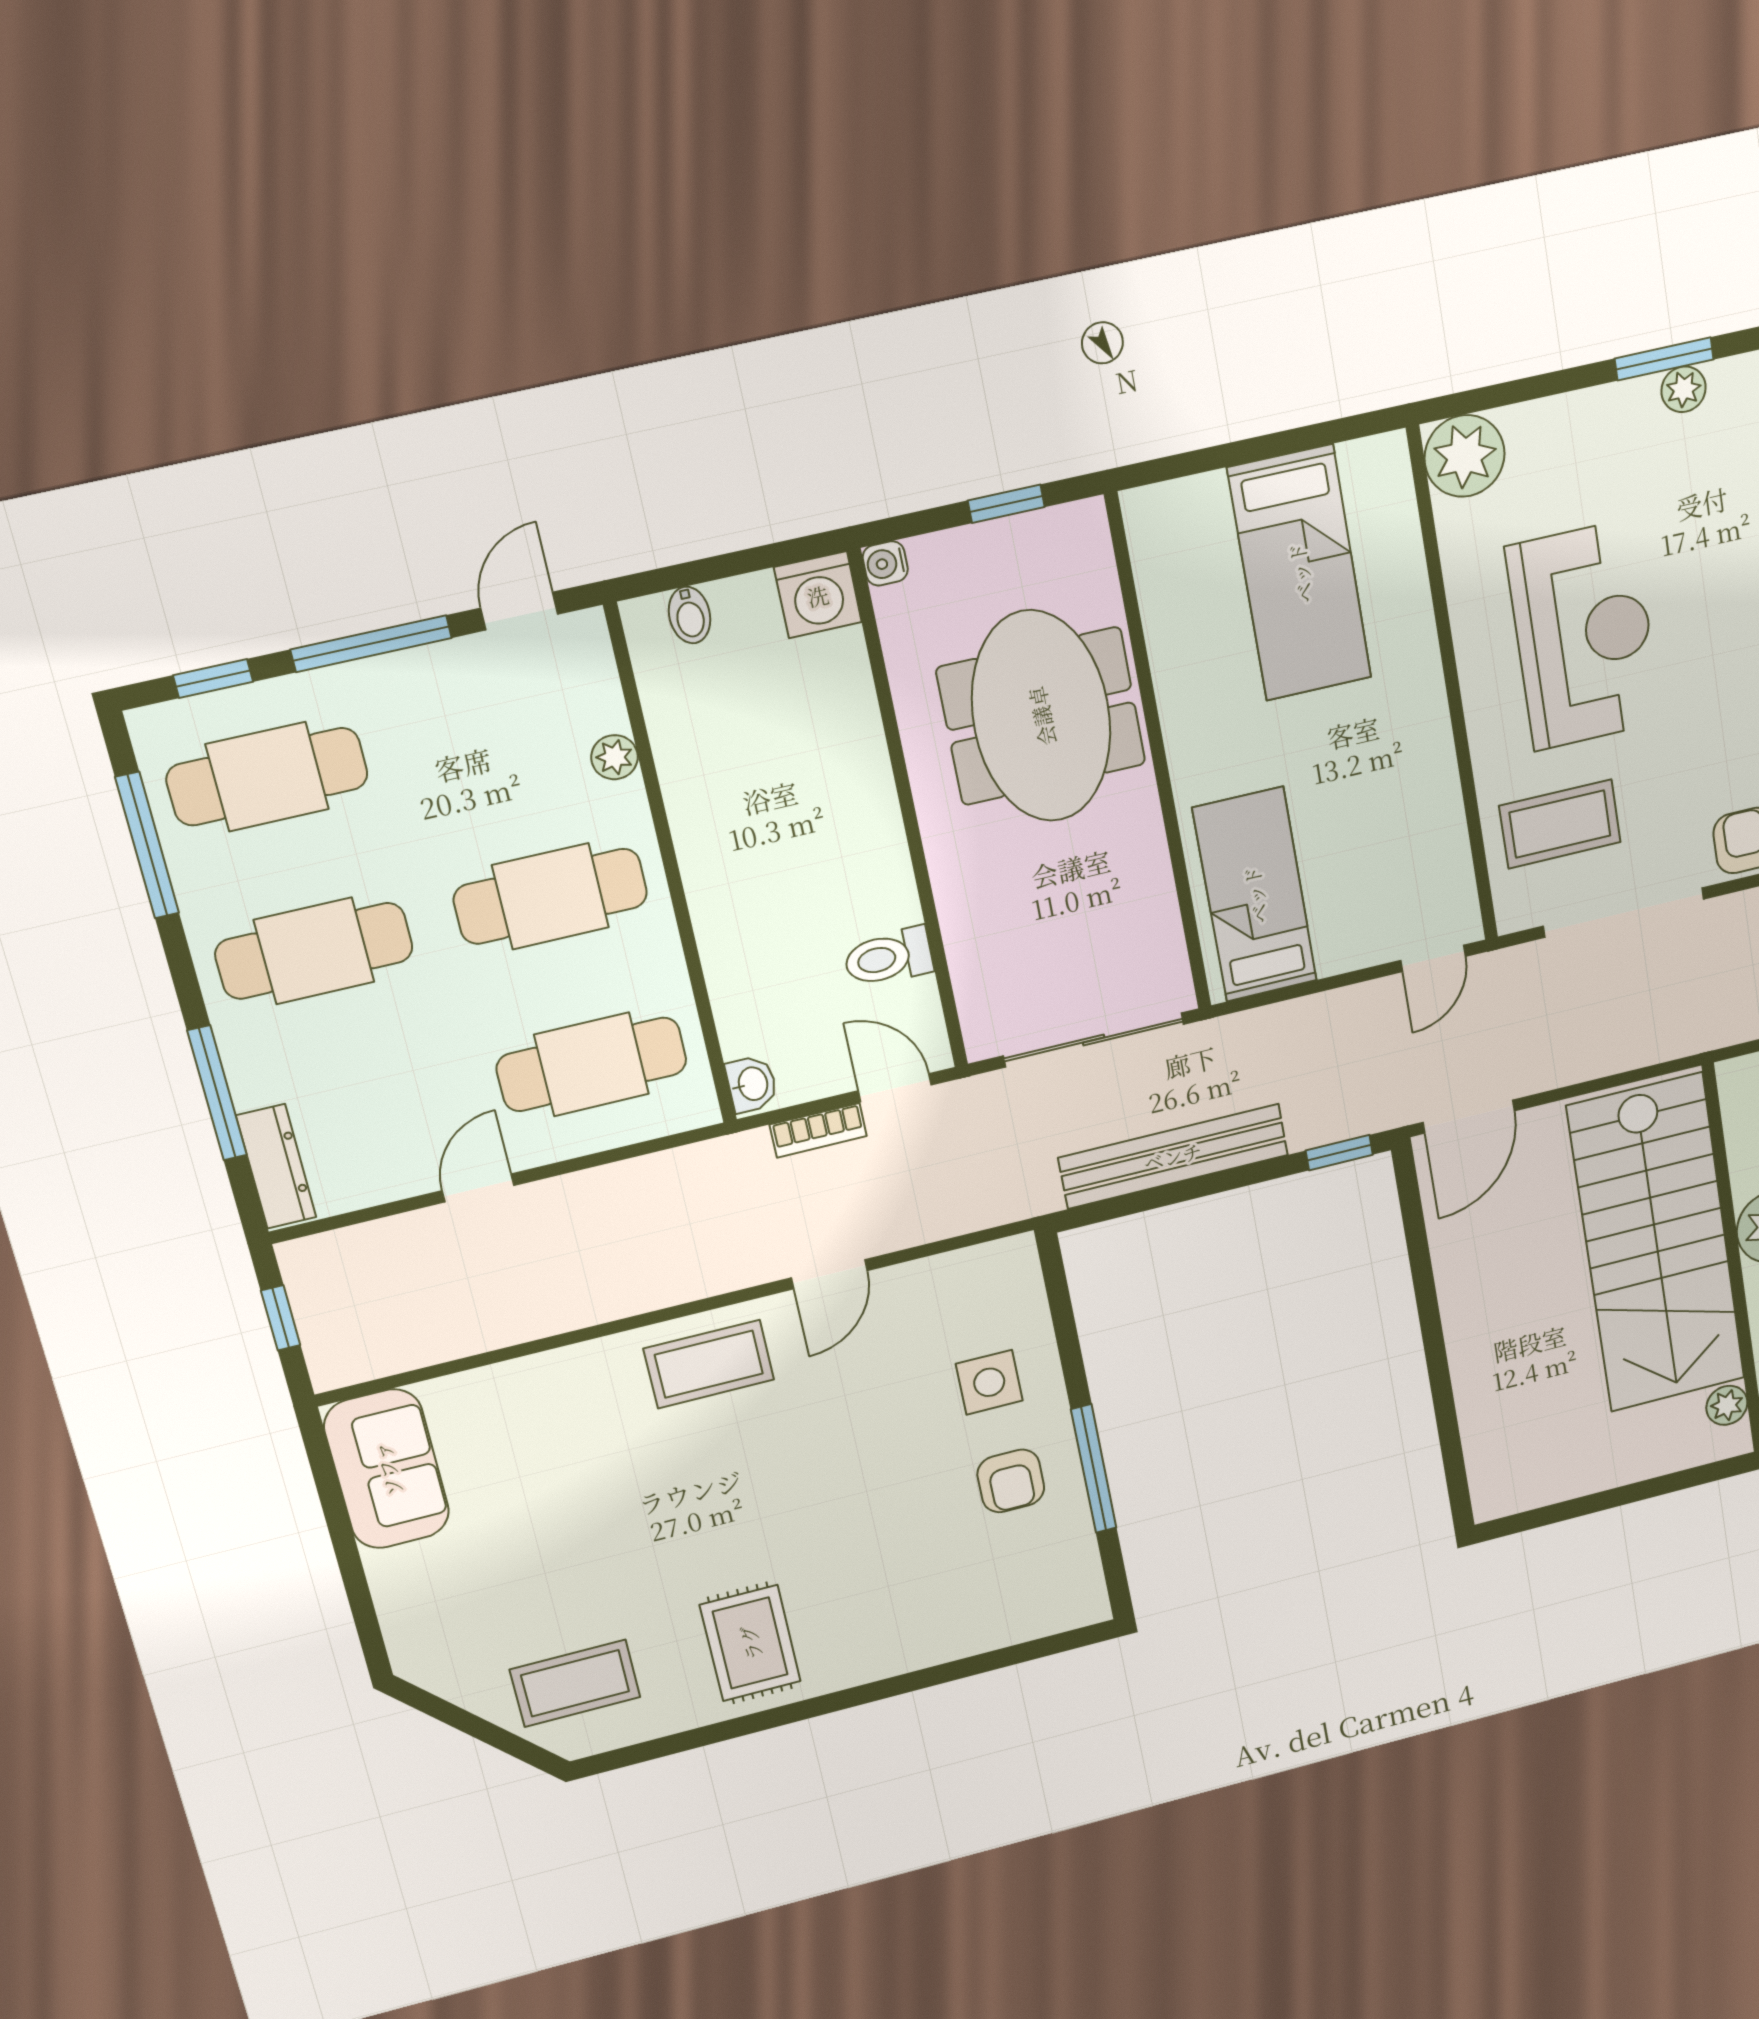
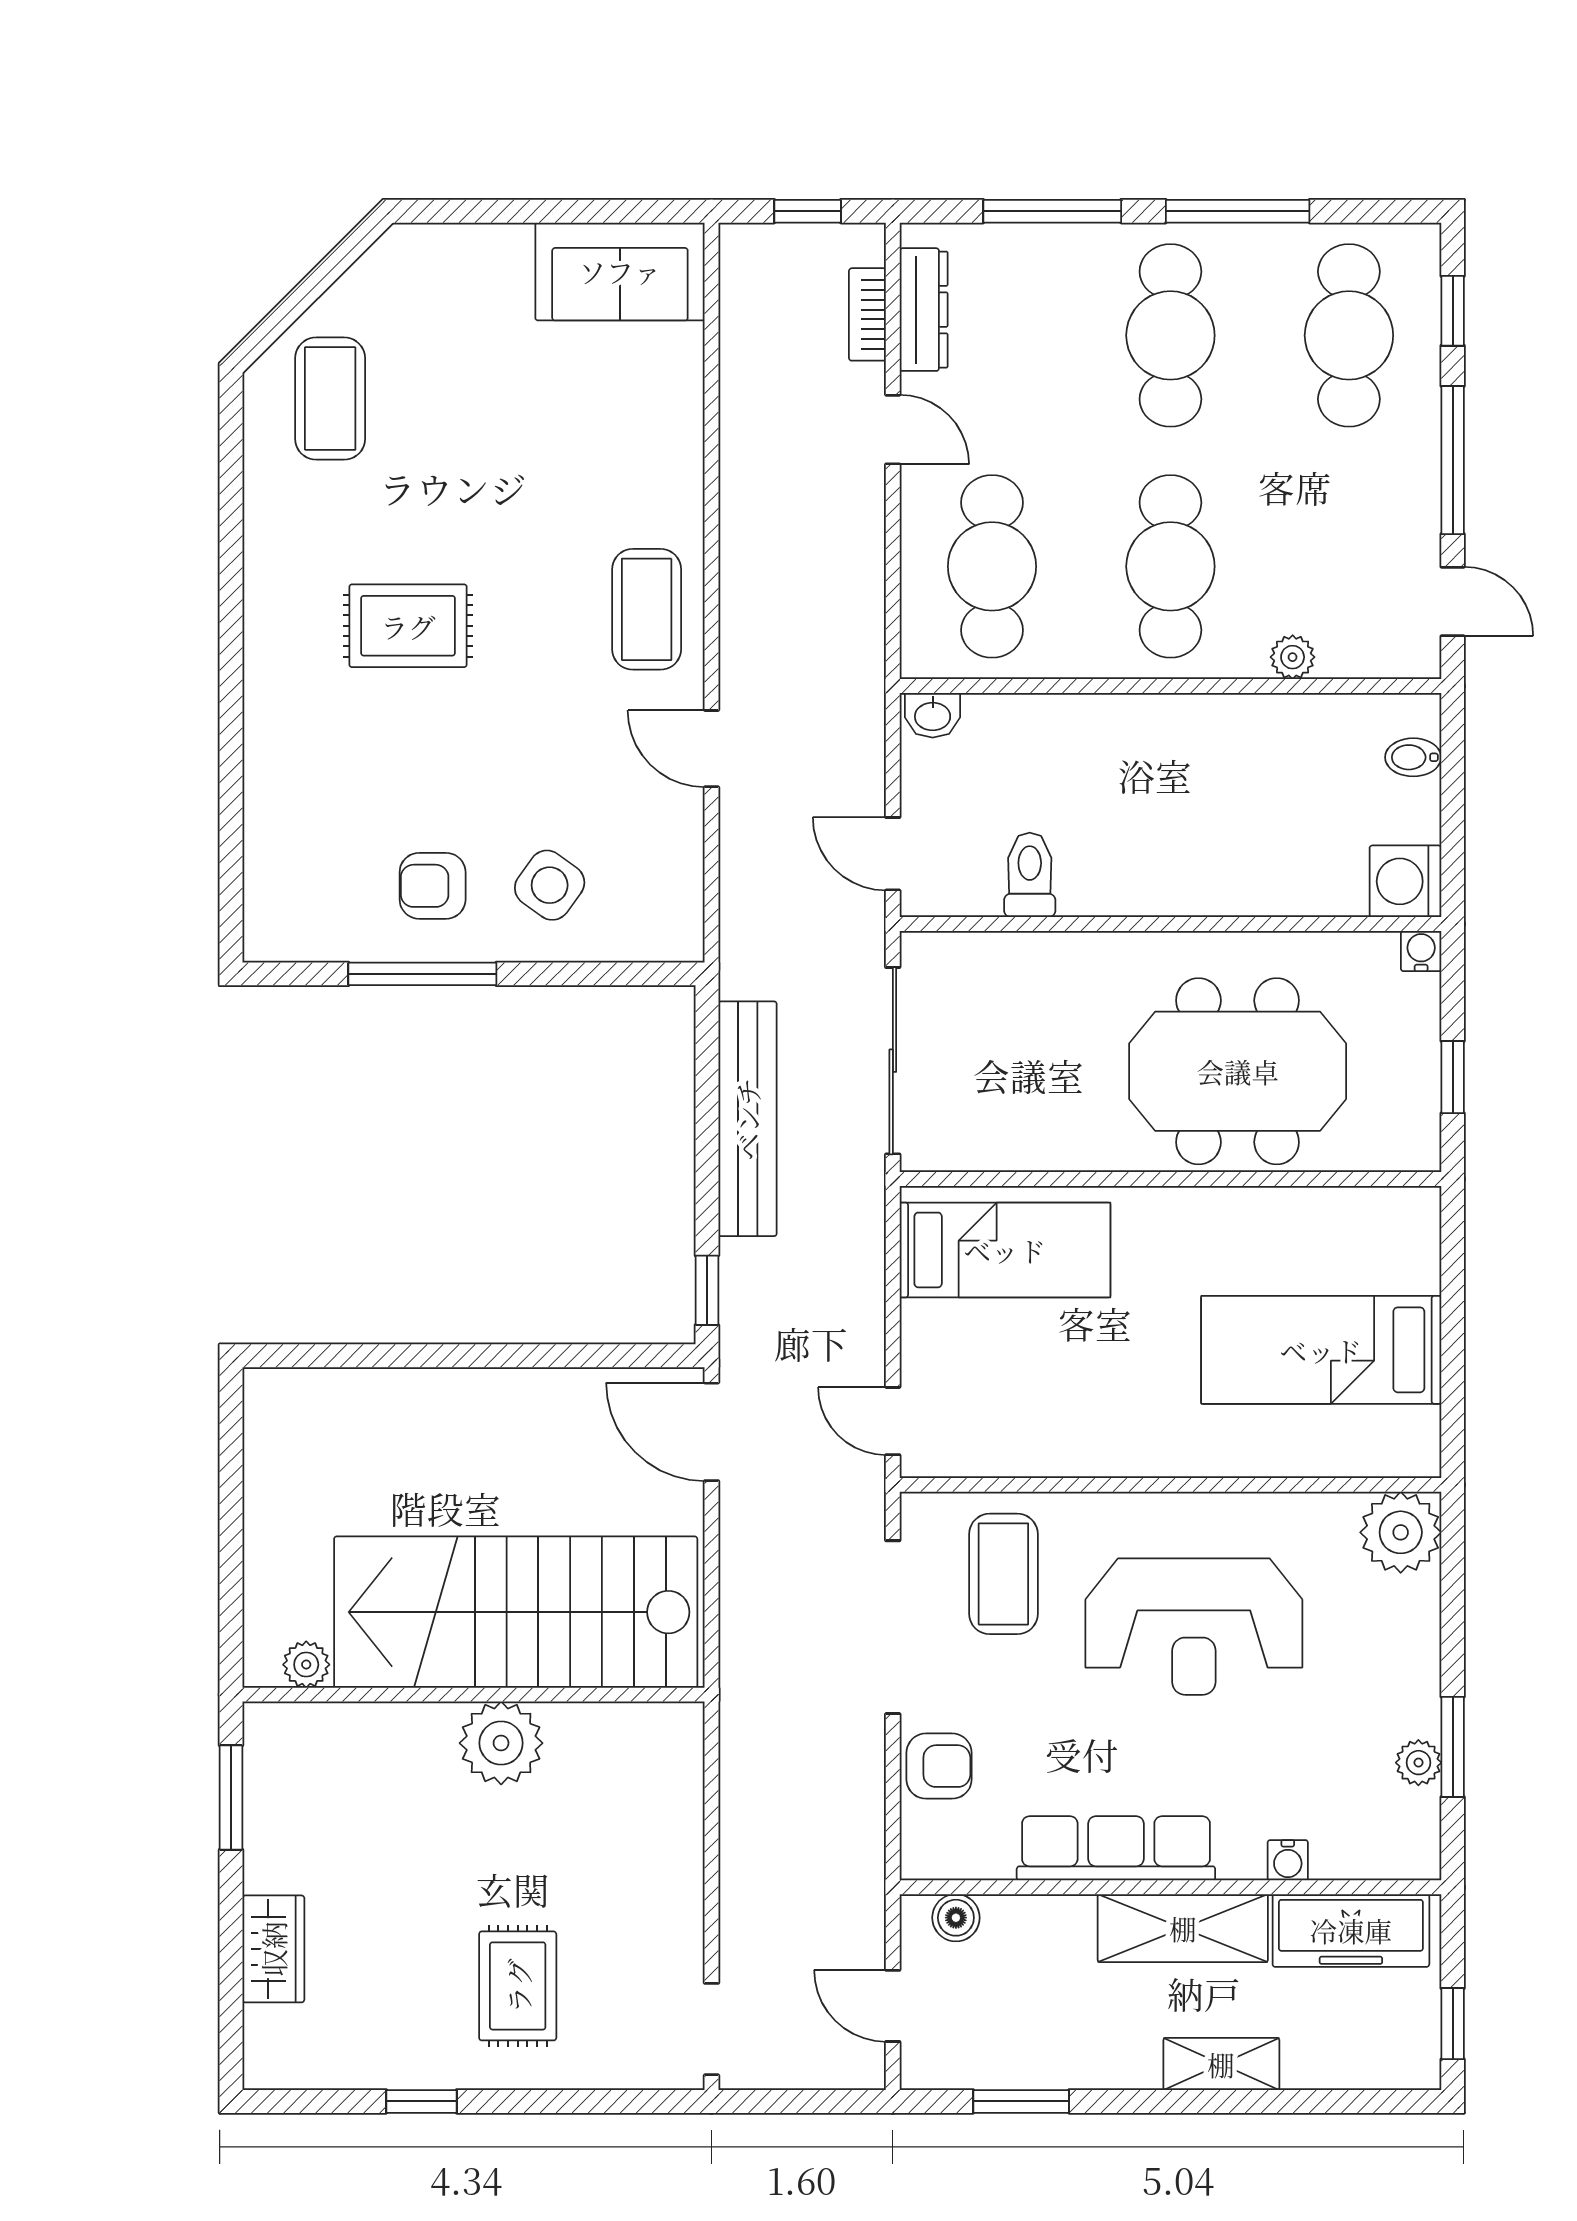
window: (147, 845) -> (1238, 211), moved
door: (895, 1088) -> (893, 854), swing flipped
bookcase: (818, 1130) -> (867, 314), moved
dresser: (276, 1166) -> (924, 310), moved, turned -90
side table: (989, 1382) -> (550, 885), turned 36
rug: (750, 1643) -> (408, 626), moved

